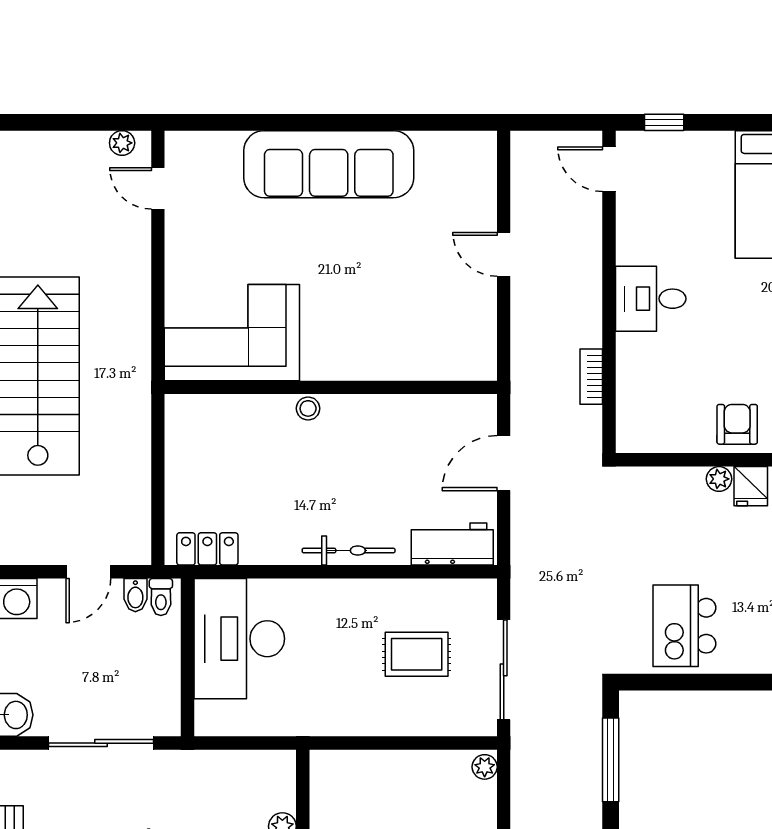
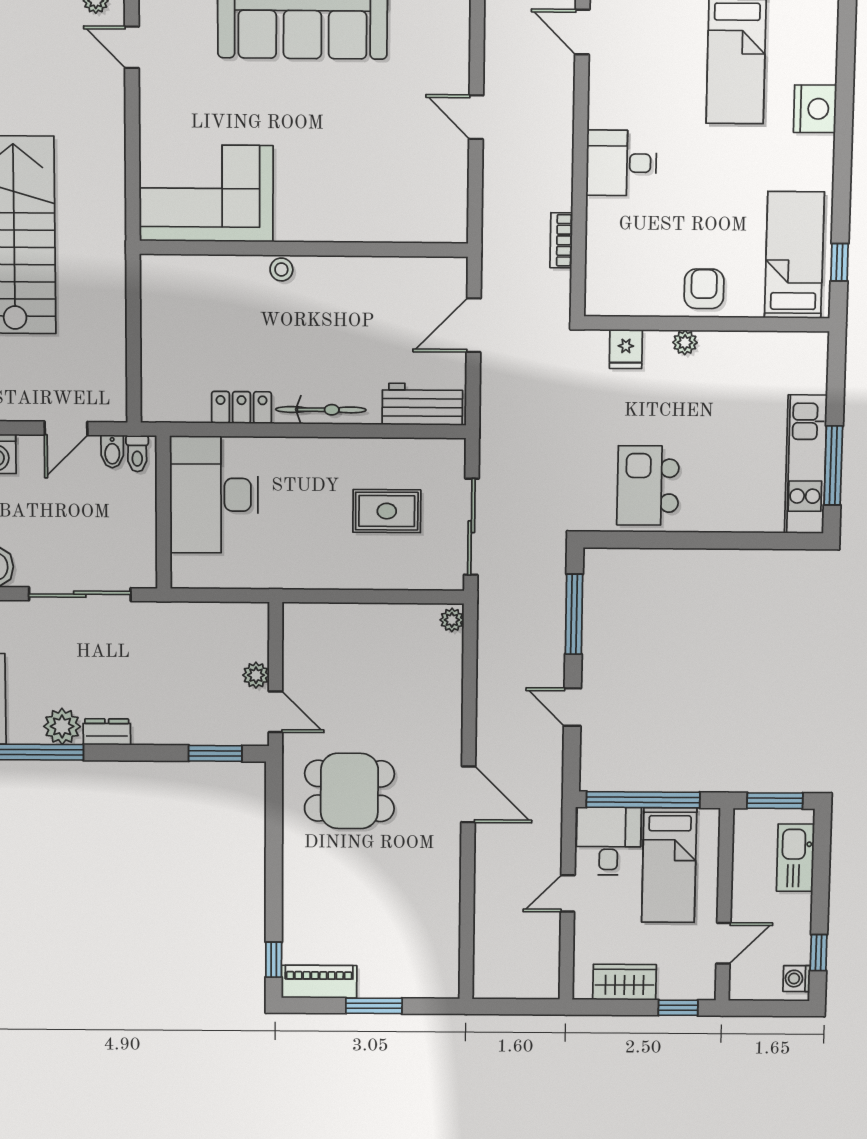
fridge: (751, 486) -> (626, 349), moved
locker: (207, 549) -> (242, 407), moved

